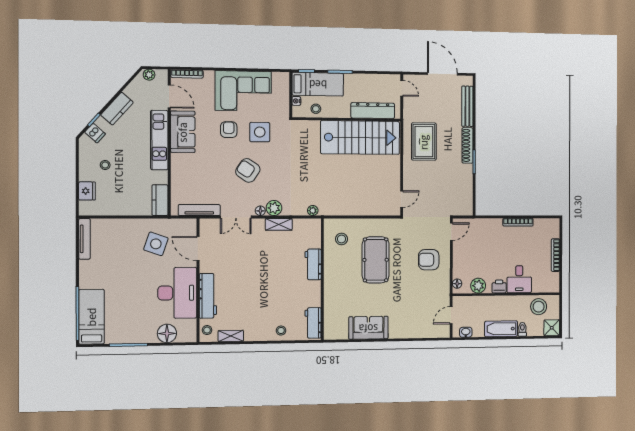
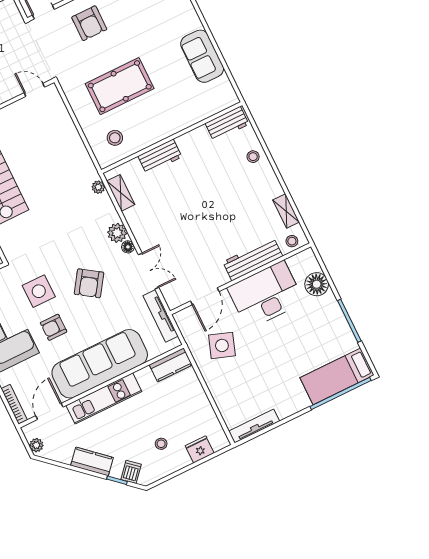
sofa: (183, 132) -> (100, 364), width x1.85, depth x1.27
shelving: (279, 224) -> (121, 193), moved

